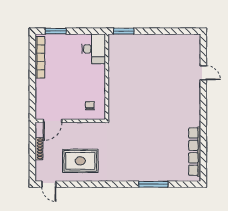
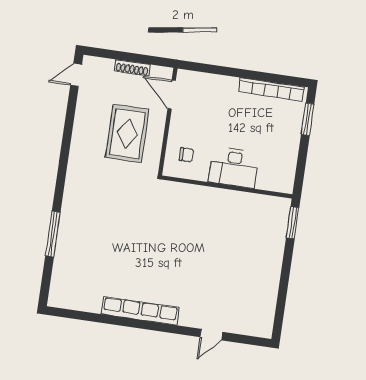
desk: (94, 49) -> (234, 167), moved
row of seats: (195, 152) -> (140, 311), moved
rug: (80, 161) -> (127, 134), moved

